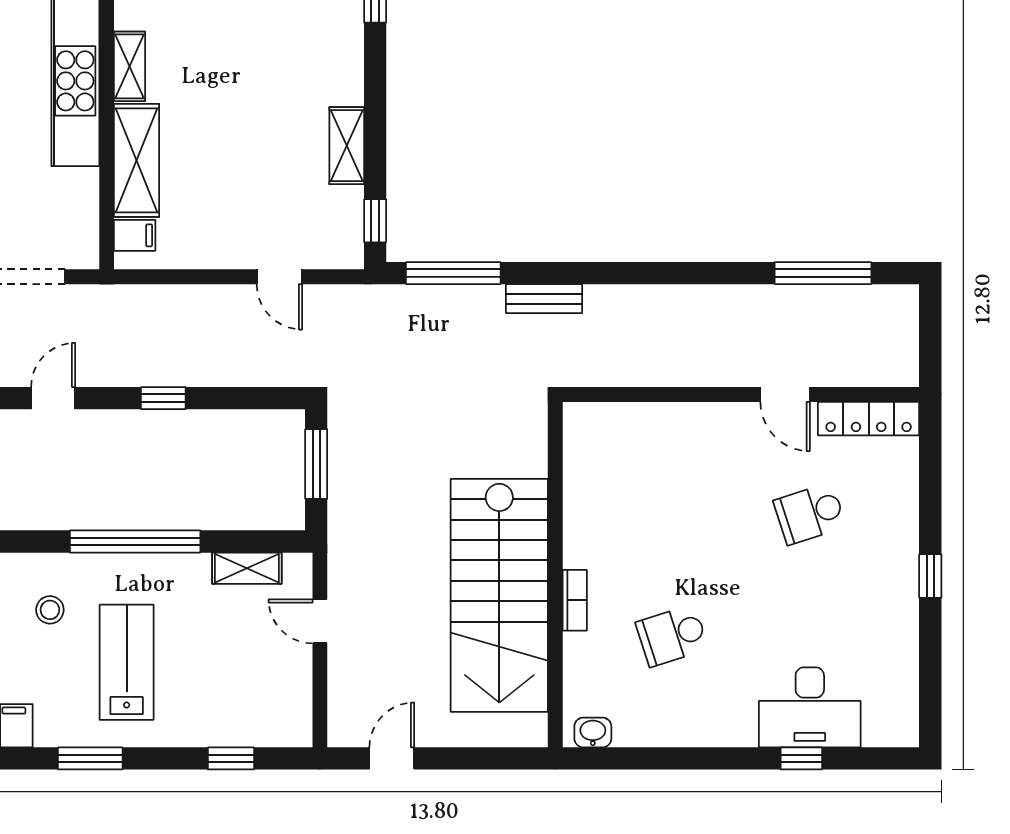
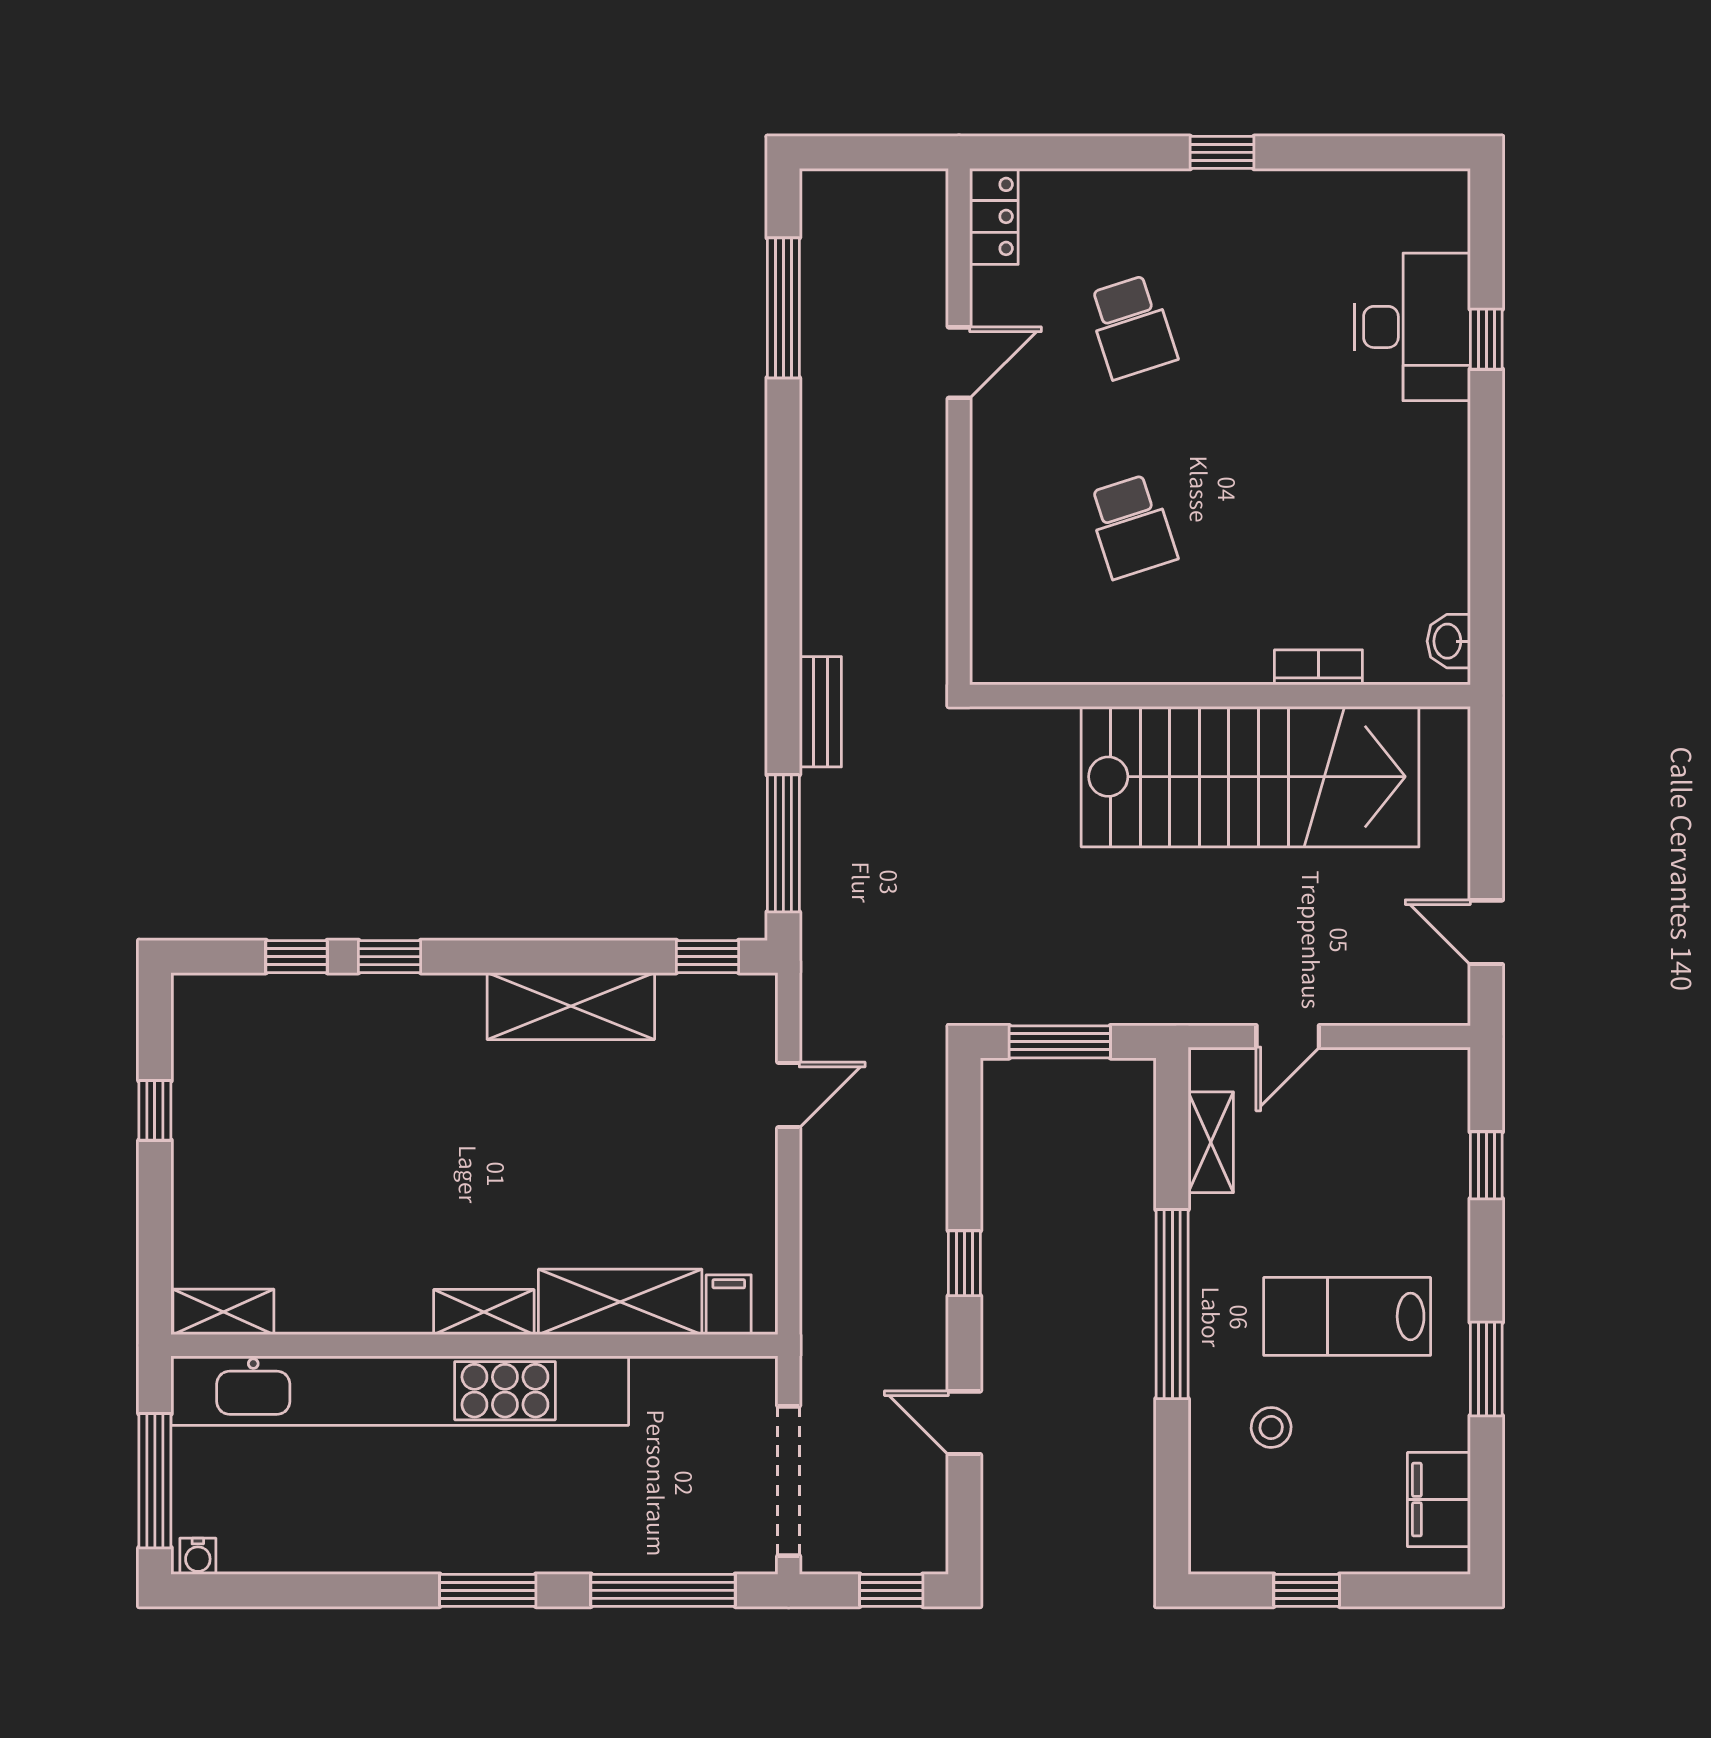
shelving: (347, 146) -> (571, 1006), width x1.50, depth x1.33
locker: (869, 419) -> (994, 216), width x0.66
bookcase: (575, 600) -> (1318, 667), moved
school desk: (672, 636) -> (1132, 526), moved

